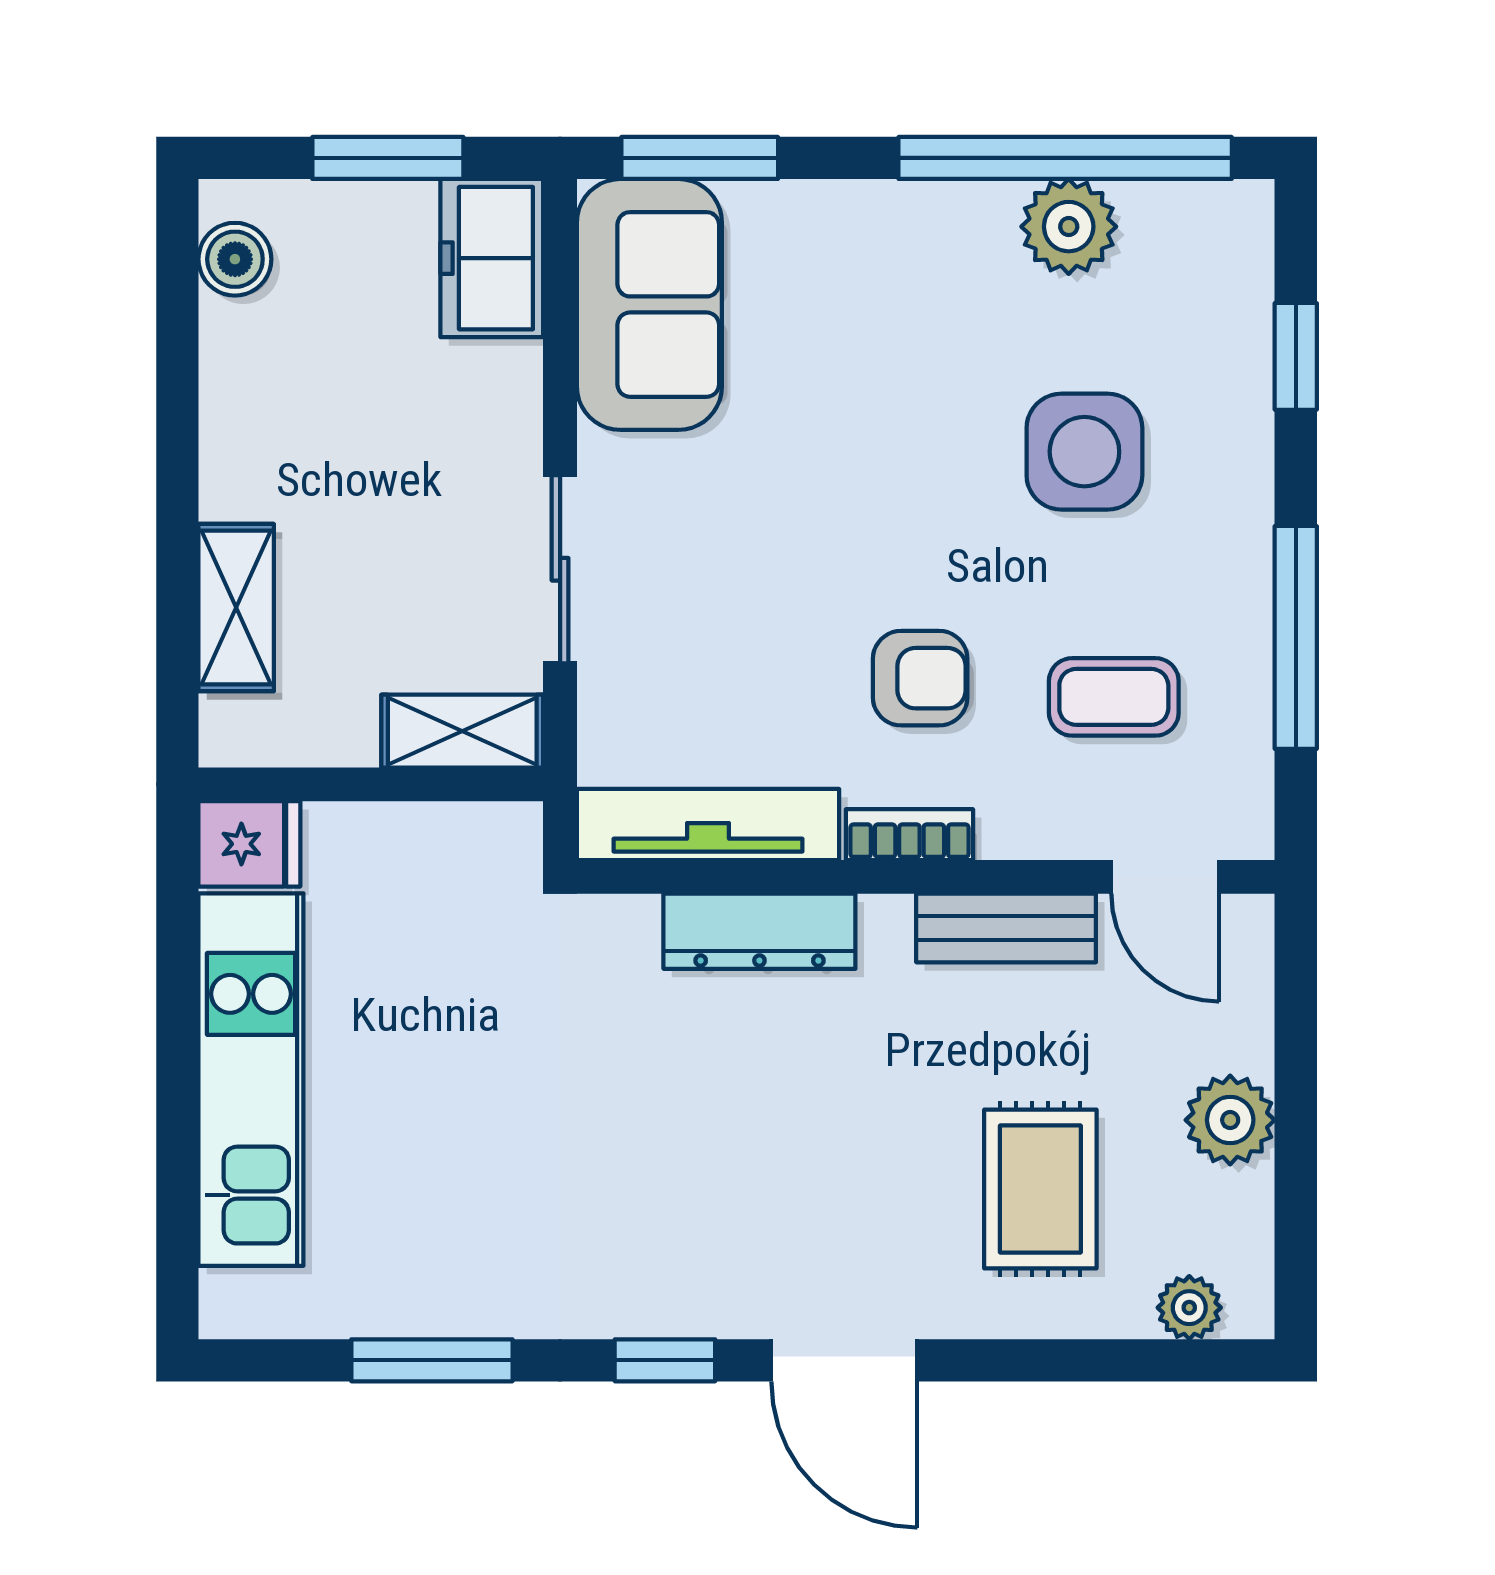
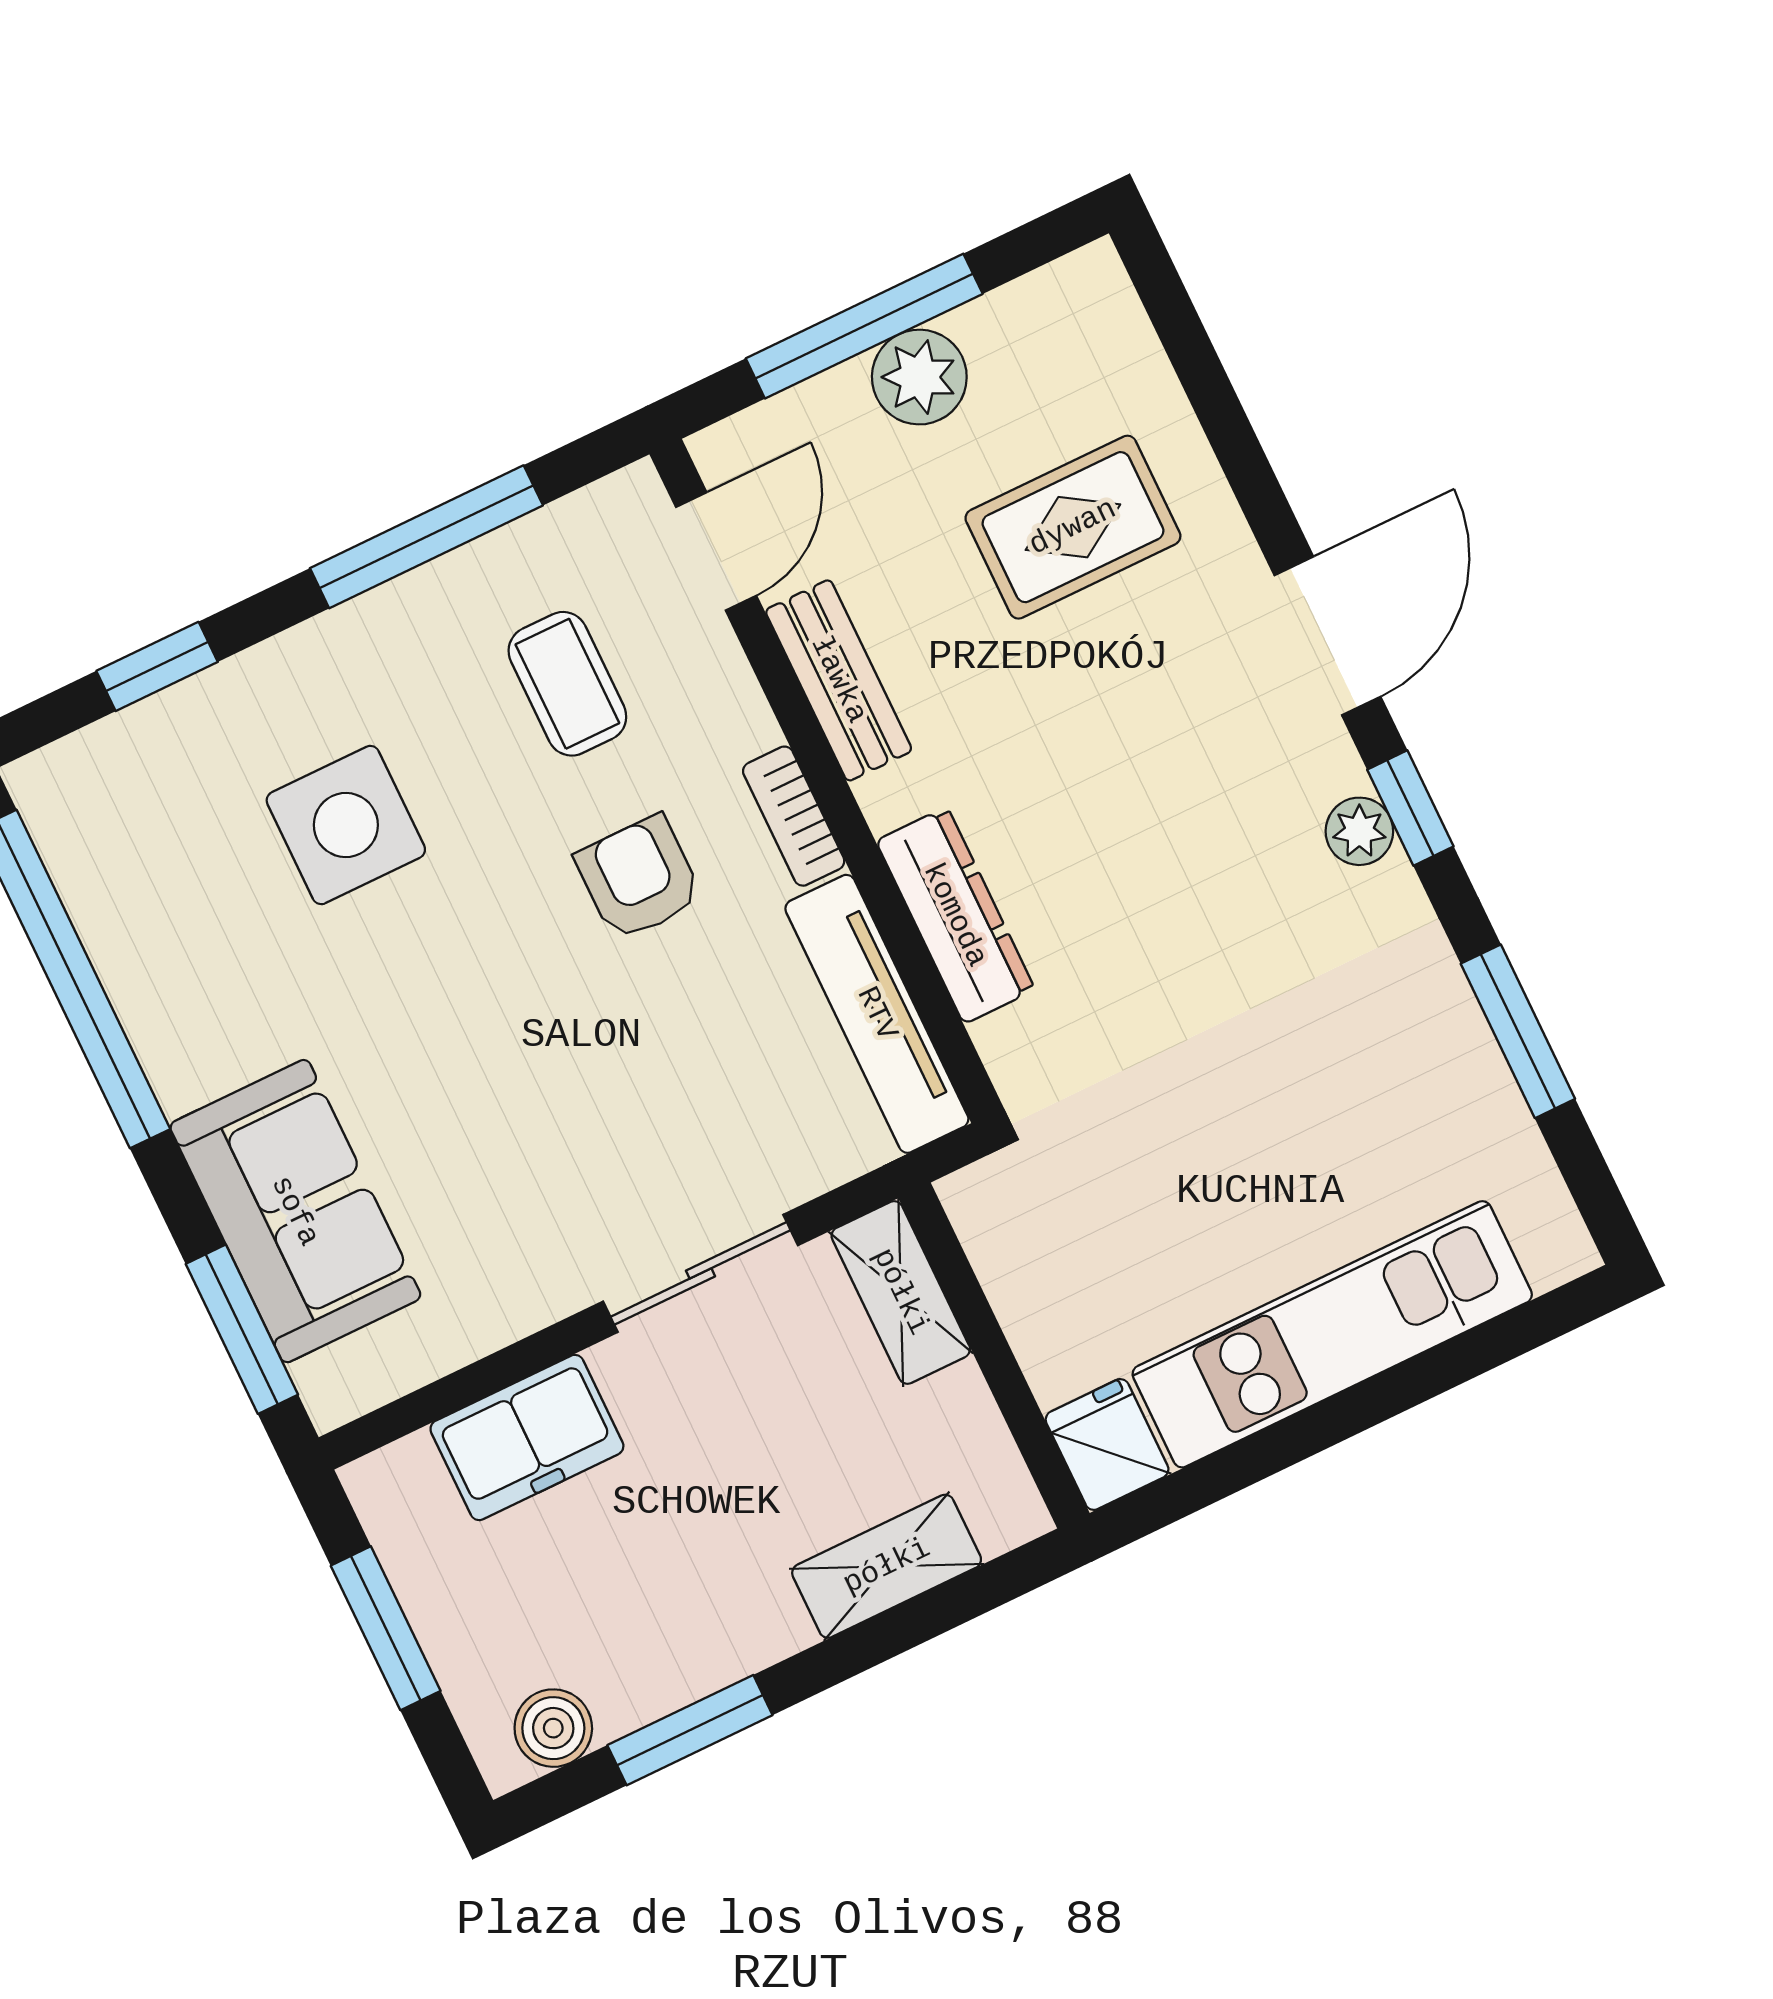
plant: (1069, 227) -> (137, 944), removed
freezer: (492, 258) -> (527, 1437), moved
sofa: (649, 304) -> (295, 1211), moved, turned 90
window: (177, 374) -> (690, 1730), added
window: (1296, 1094) -> (864, 326), added
plant: (1189, 1308) -> (1359, 831), moved

